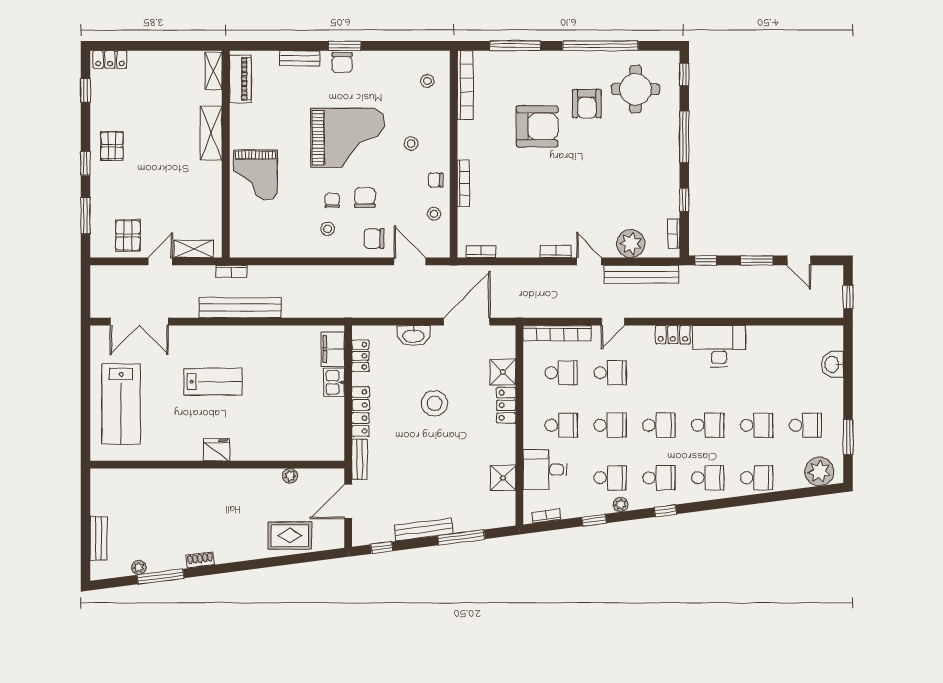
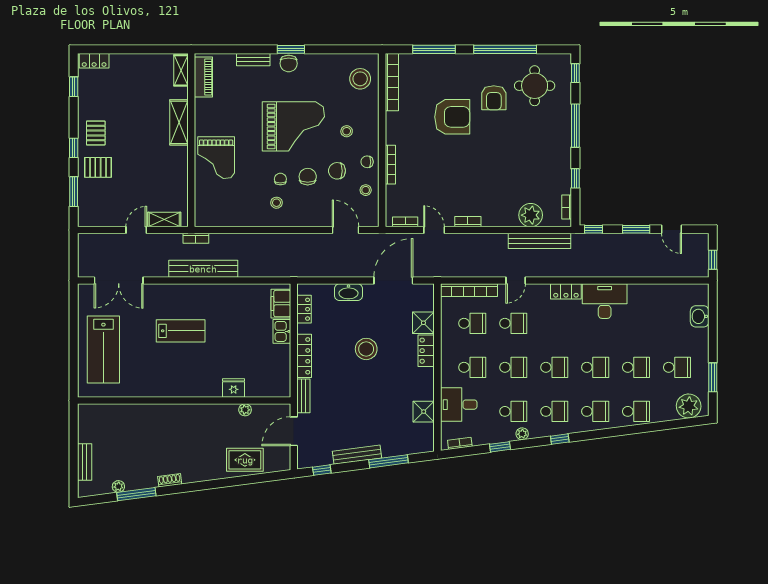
stool: (427, 81) -> (360, 79), width x1.89, depth x1.89
pallet: (128, 235) -> (98, 167), moved, turned 90
chair: (374, 239) -> (337, 171), moved
door: (589, 261) -> (434, 230), moved
fridge: (216, 450) -> (234, 388), moved

